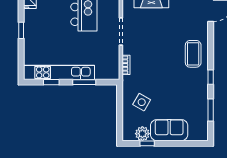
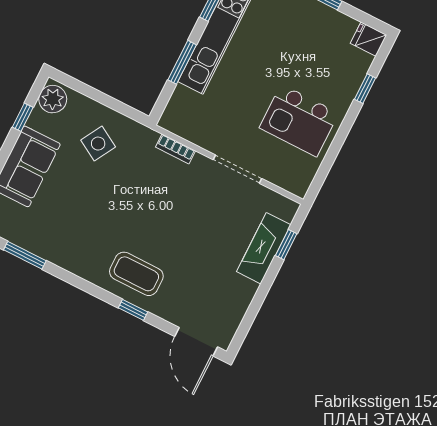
window: (211, 77) -> (133, 310), moved
plant: (142, 134) -> (53, 99), moved

